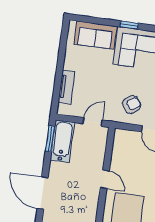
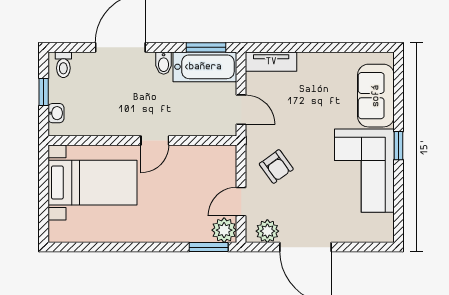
tv unit: (66, 87) -> (271, 62), moved
bidet: (56, 167) -> (164, 63), added

